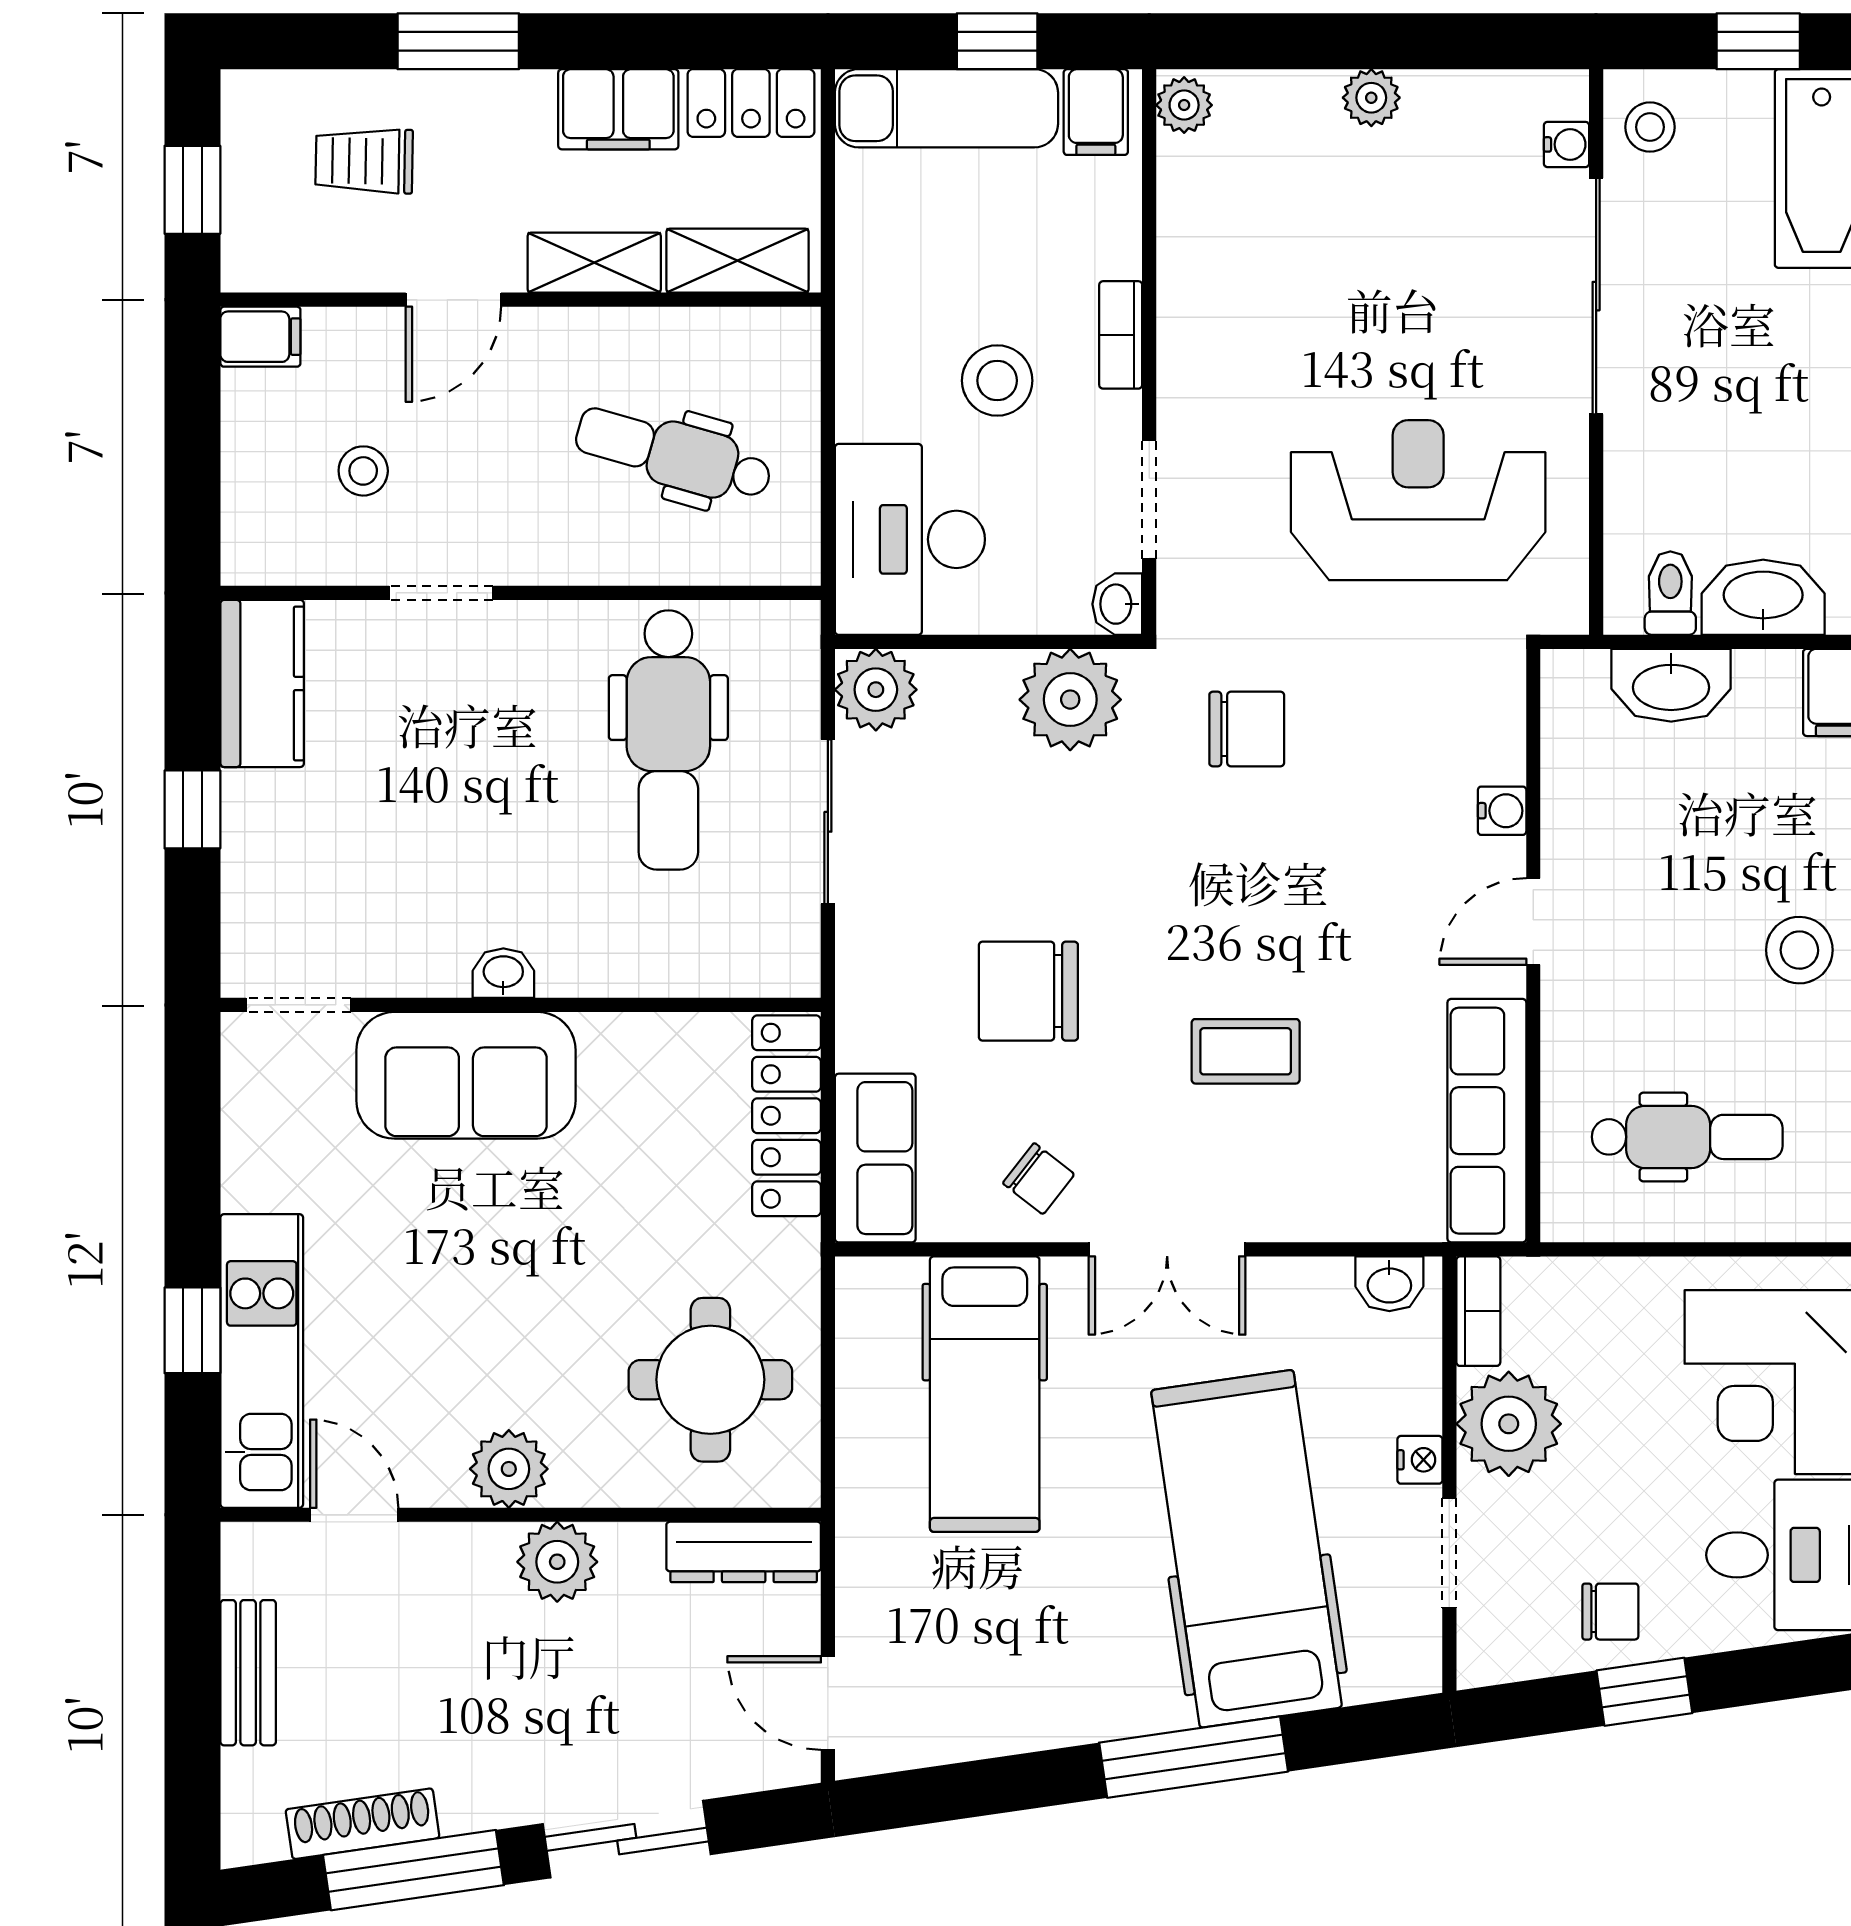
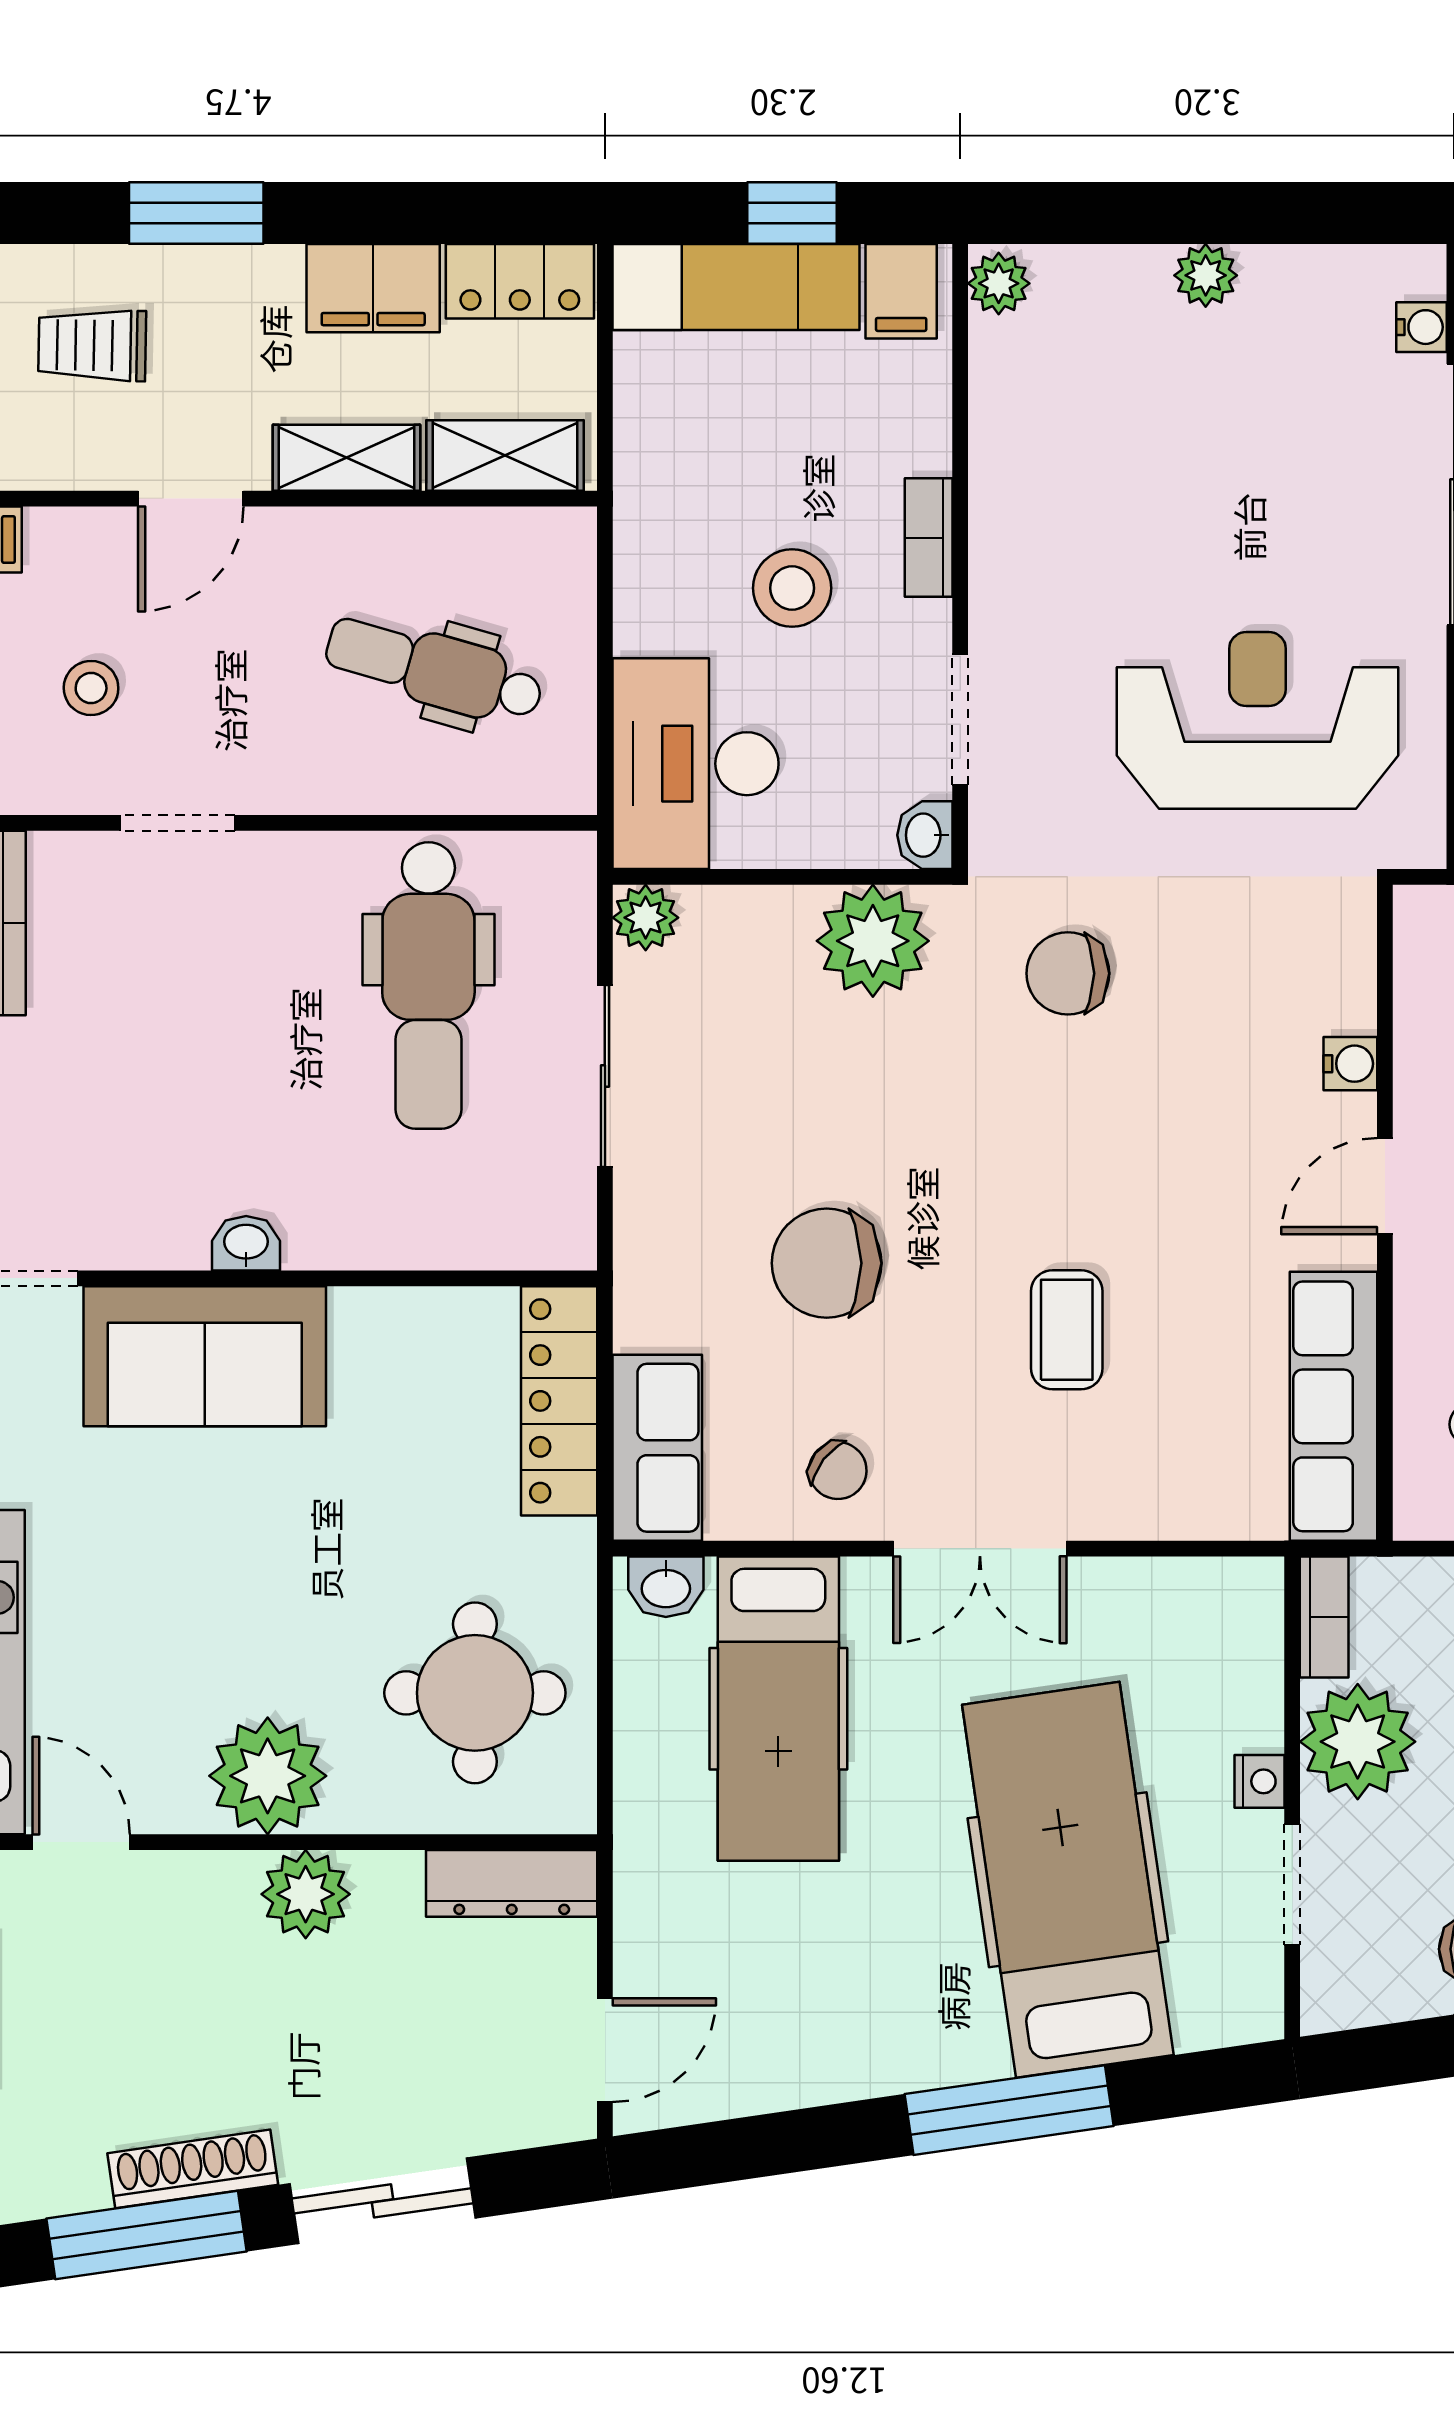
plant: (876, 690) -> (646, 918), width x0.73, depth x0.73
chair: (1247, 729) -> (1068, 973), turned 180
coffee table: (1246, 1051) -> (1067, 1330), turned 90
washbasin: (1389, 1284) -> (666, 1587), moved
plant: (509, 1469) -> (268, 1776), width x1.36, depth x1.36
door: (828, 1703) -> (605, 2050), swing flipped
shoe rack: (363, 1824) -> (193, 2169), moved

